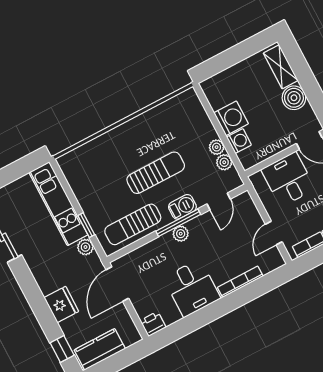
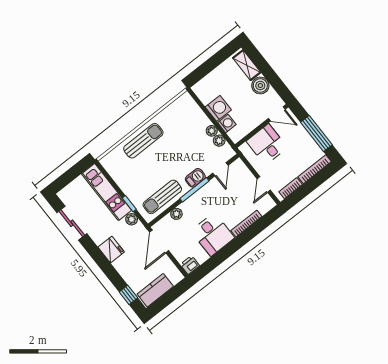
sun lounger: (156, 173) -> (143, 141), moved
plant: (181, 234) -> (176, 214), moved
fridge: (61, 304) -> (111, 250), moved

